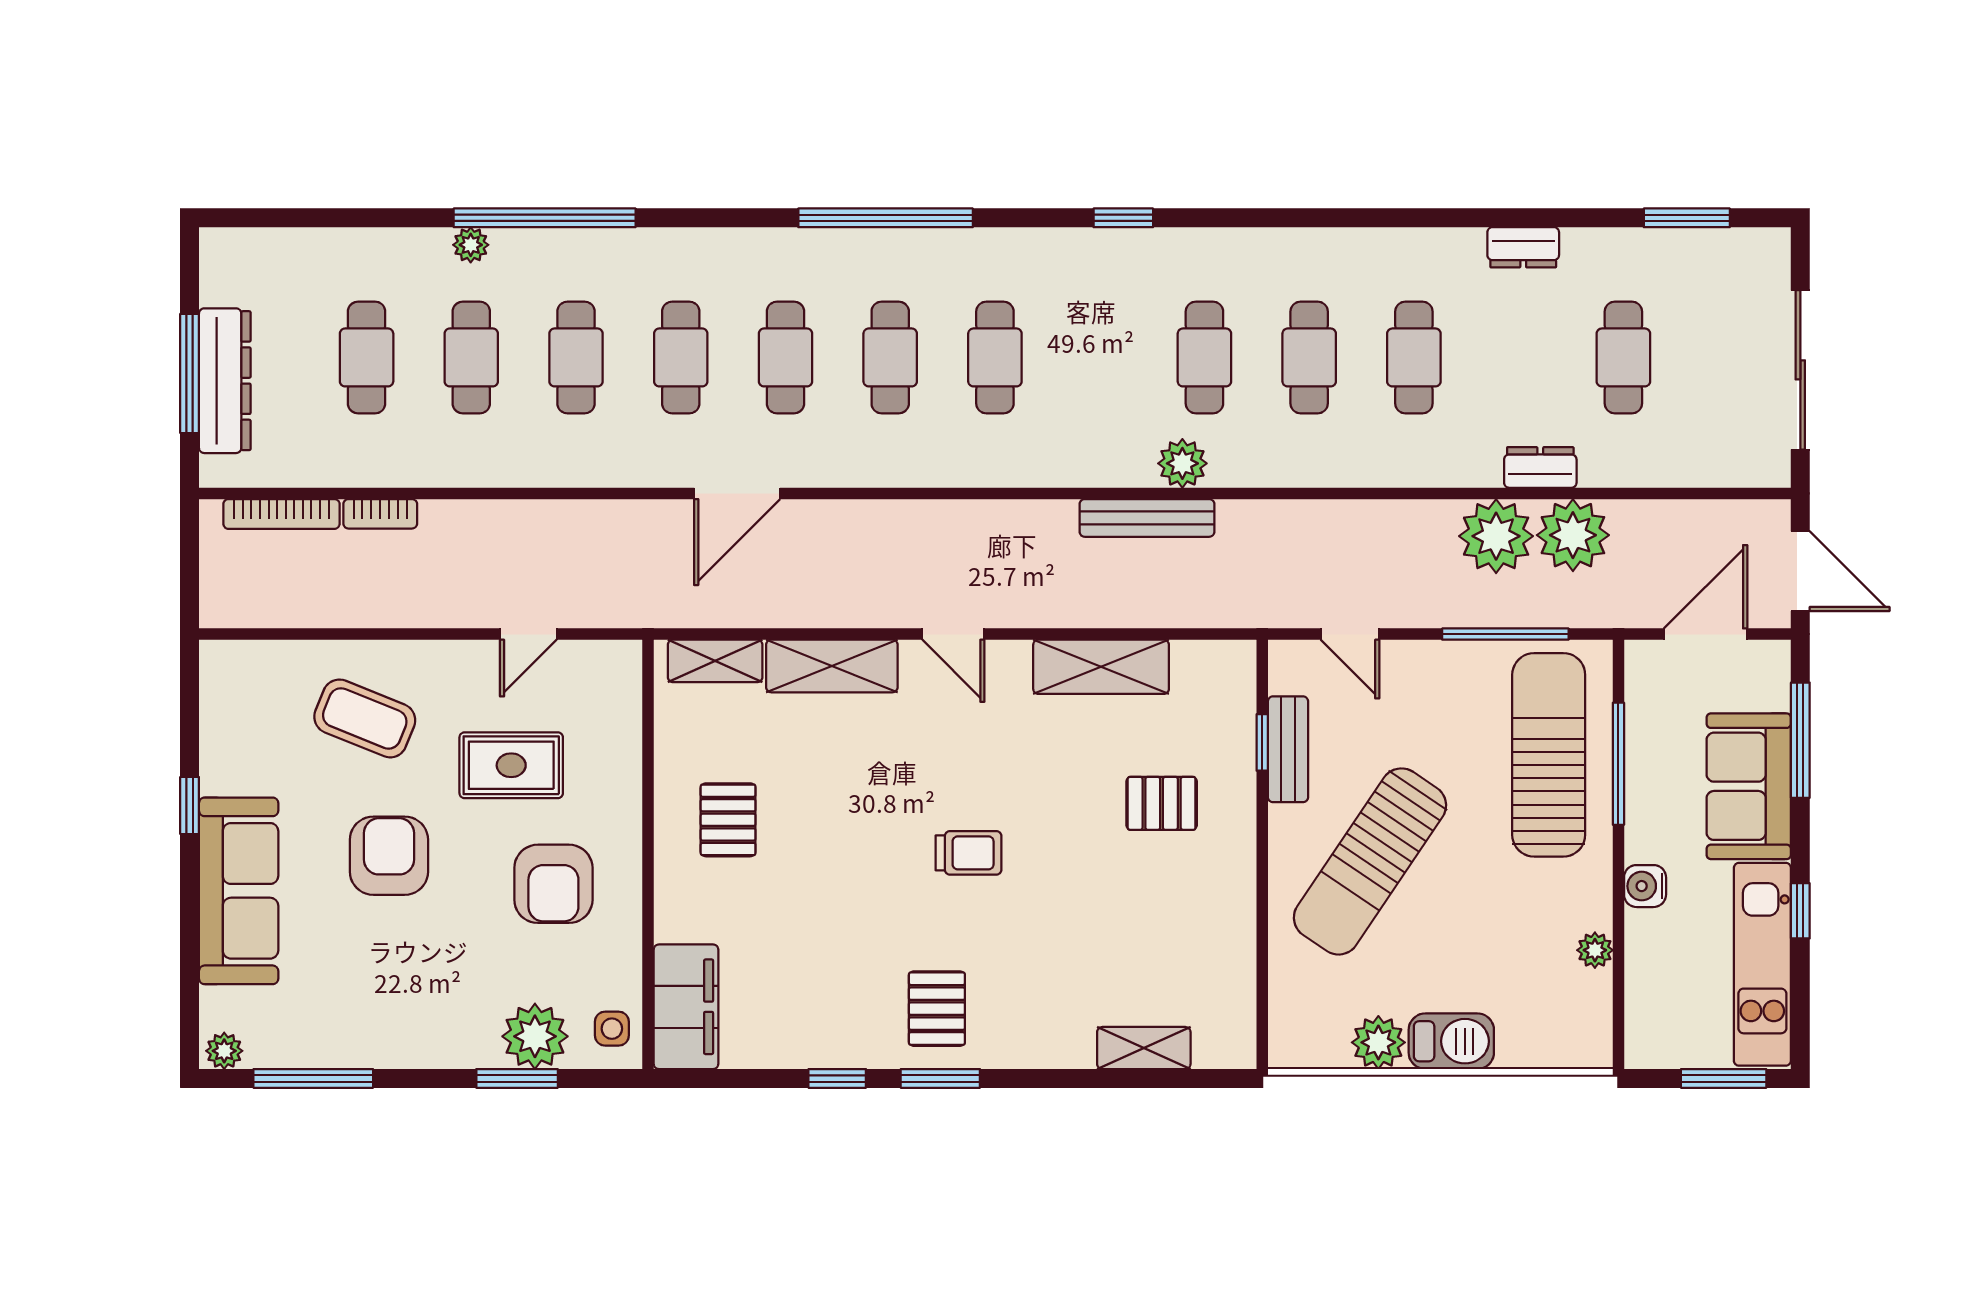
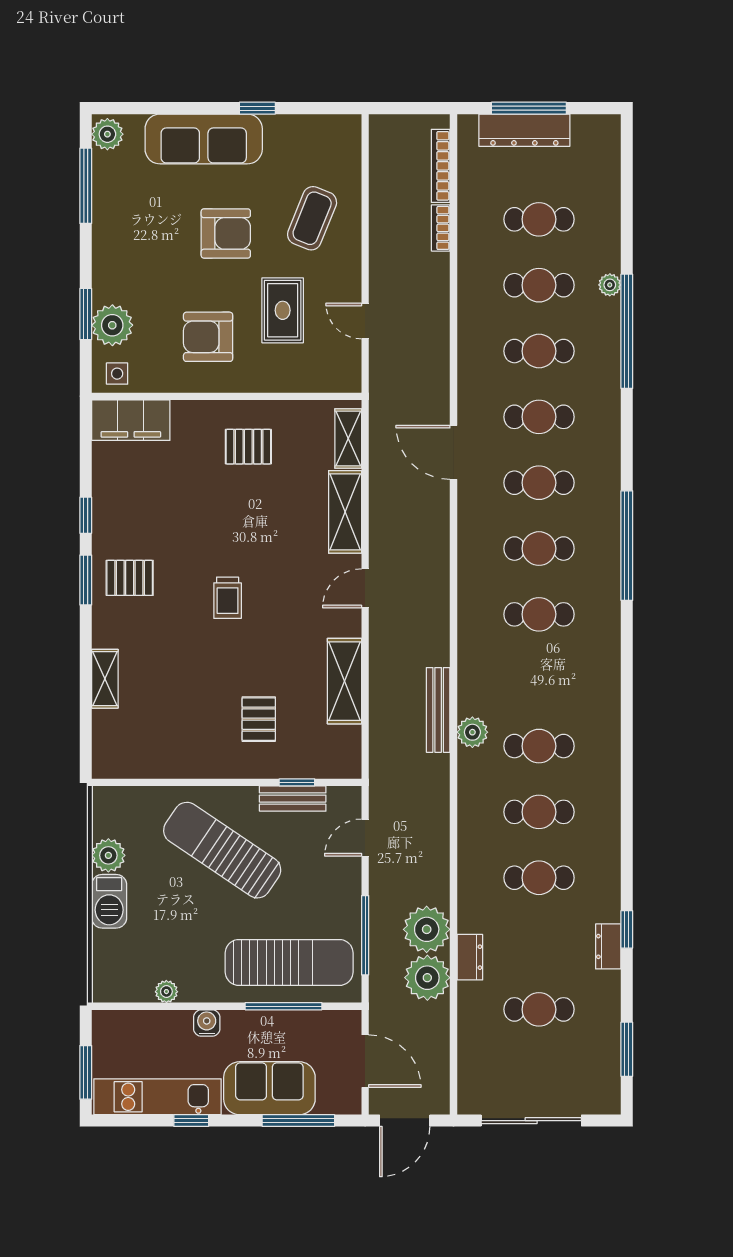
window: (1123, 218) -> (627, 929), moved
shelving: (1144, 1048) -> (105, 679), moved
plant: (224, 1051) -> (107, 134), width x1.38, depth x1.38

